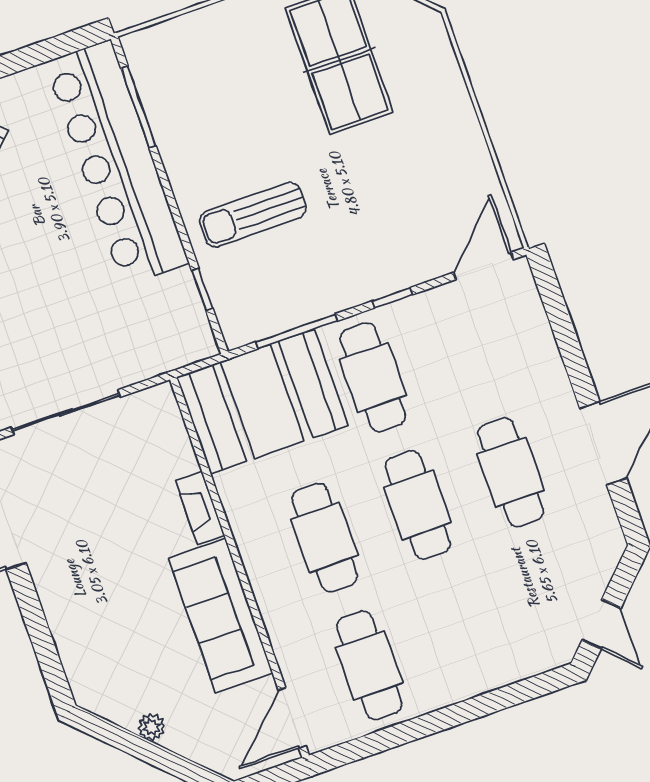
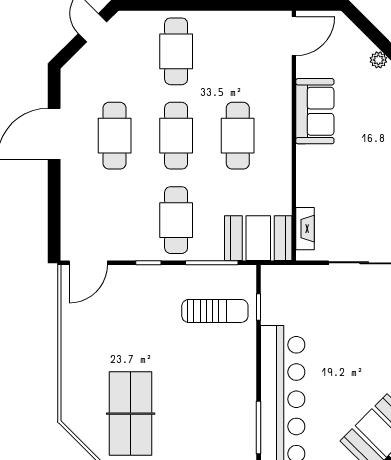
sun lounger: (253, 215) -> (215, 311), moved
booth: (262, 401) -> (258, 238), width x0.73, depth x0.70
fireplace: (200, 508) -> (305, 229), moved
sofa: (221, 616) -> (315, 111), width x0.73
cafe table: (369, 665) -> (176, 51), moved

